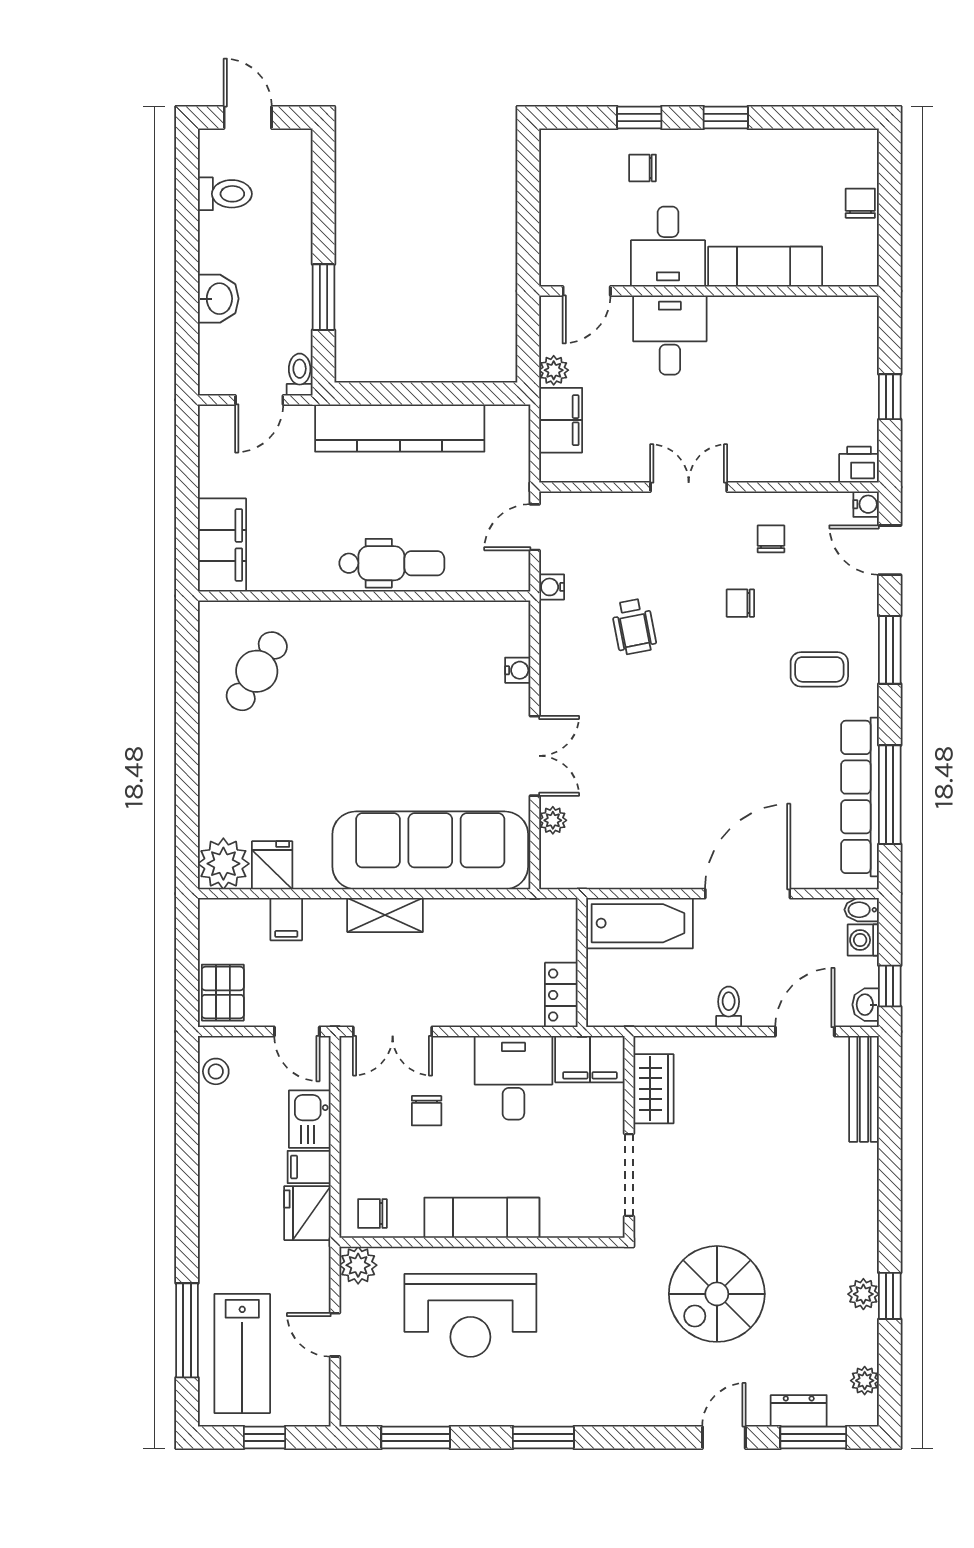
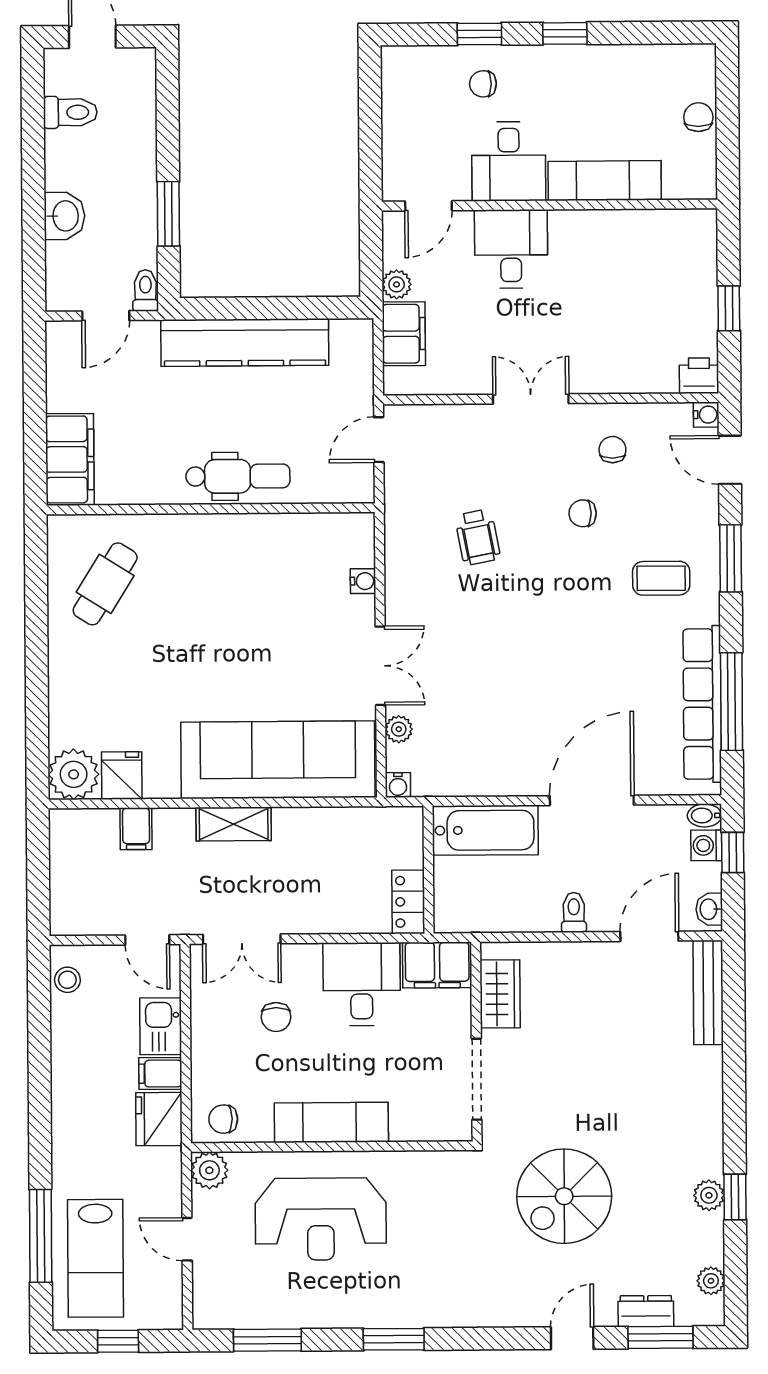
water cooler: (552, 587) -> (398, 785), moved, turned -90
window: (890, 986) -> (733, 852), moved
pallet: (223, 993) -> (74, 902), removed

